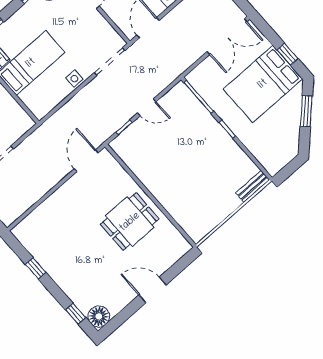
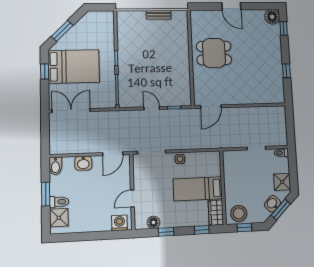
bench: (253, 186) -> (159, 15), moved

